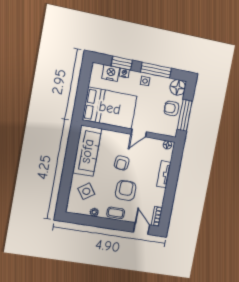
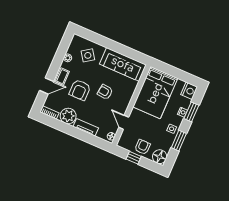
window: (156, 70) -> (179, 141), width x0.69
nightstand: (111, 73) -> (189, 91), moved
window: (185, 115) -> (134, 158), width x0.46
door: (139, 133) -> (124, 122), moved
armchair: (126, 190) -> (80, 90), turned 90
plant: (156, 196) -> (68, 116), added
door: (142, 229) -> (47, 86), moved

